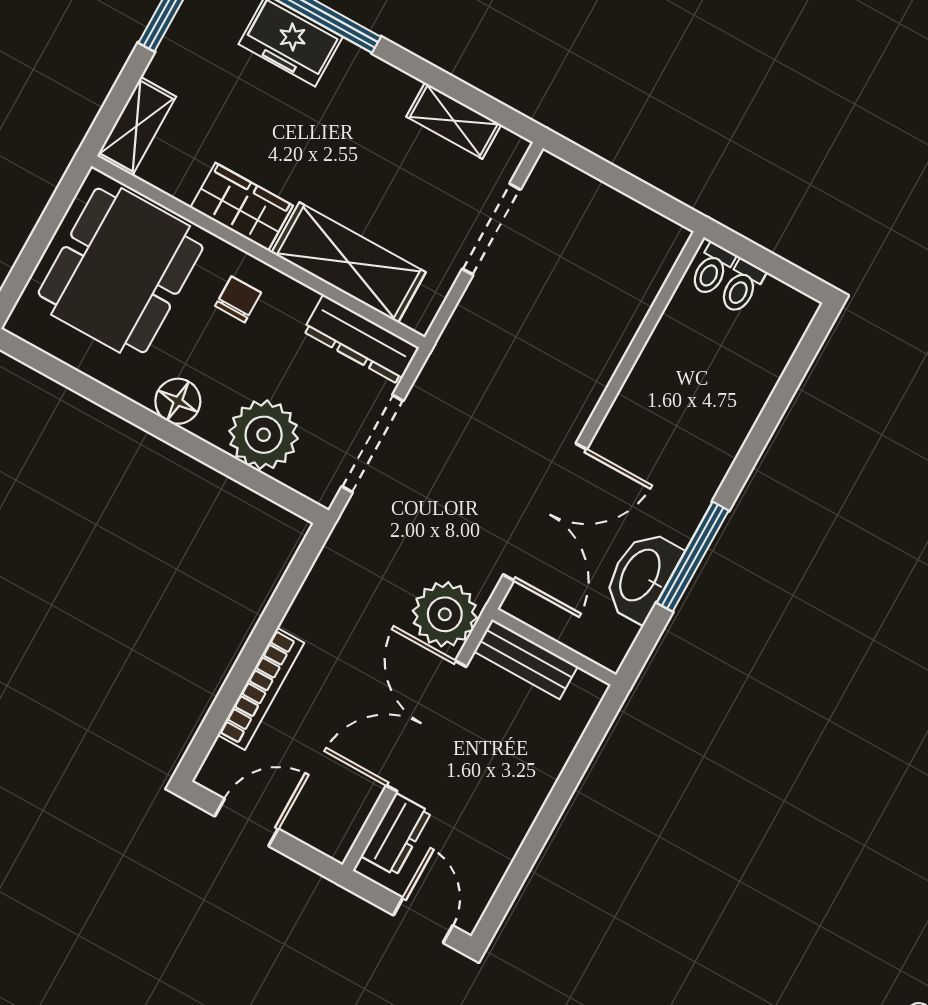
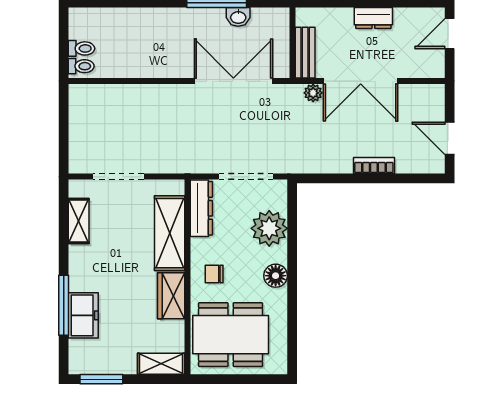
washbasin: (641, 576) -> (238, 17), width x0.52, depth x0.69
plant: (445, 614) -> (313, 93), width x0.53, depth x0.53
bookcase: (261, 689) -> (374, 166), width x0.64
dresser: (396, 834) -> (373, 18), moved, turned 180

